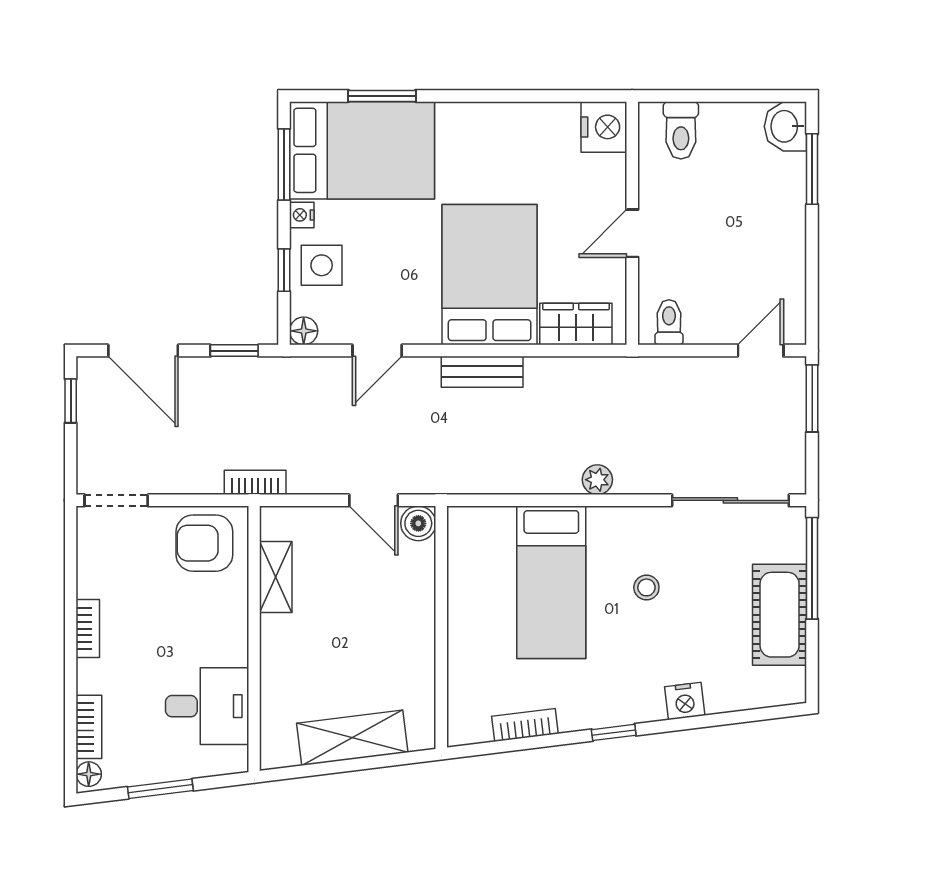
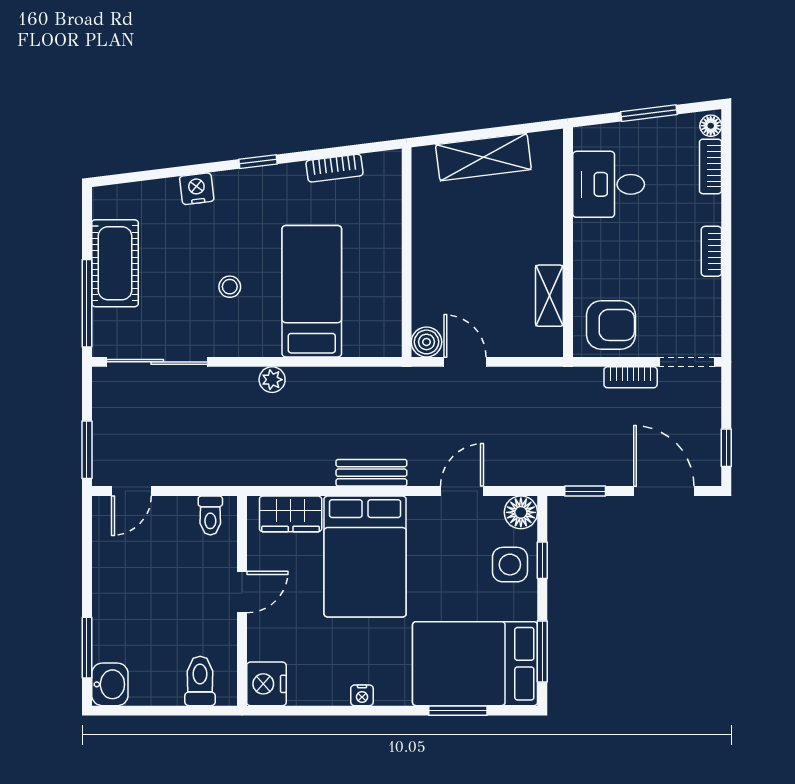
nightstand: (302, 215) -> (362, 695), moved, turned 90
floor lamp: (304, 331) -> (521, 512), width x1.37, depth x1.37
bookcase: (255, 482) -> (631, 377), moved

